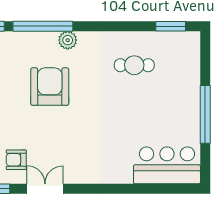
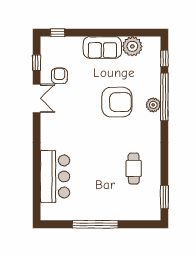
plant: (68, 40) -> (153, 105), moved
bar counter: (167, 165) -> (55, 176), moved

